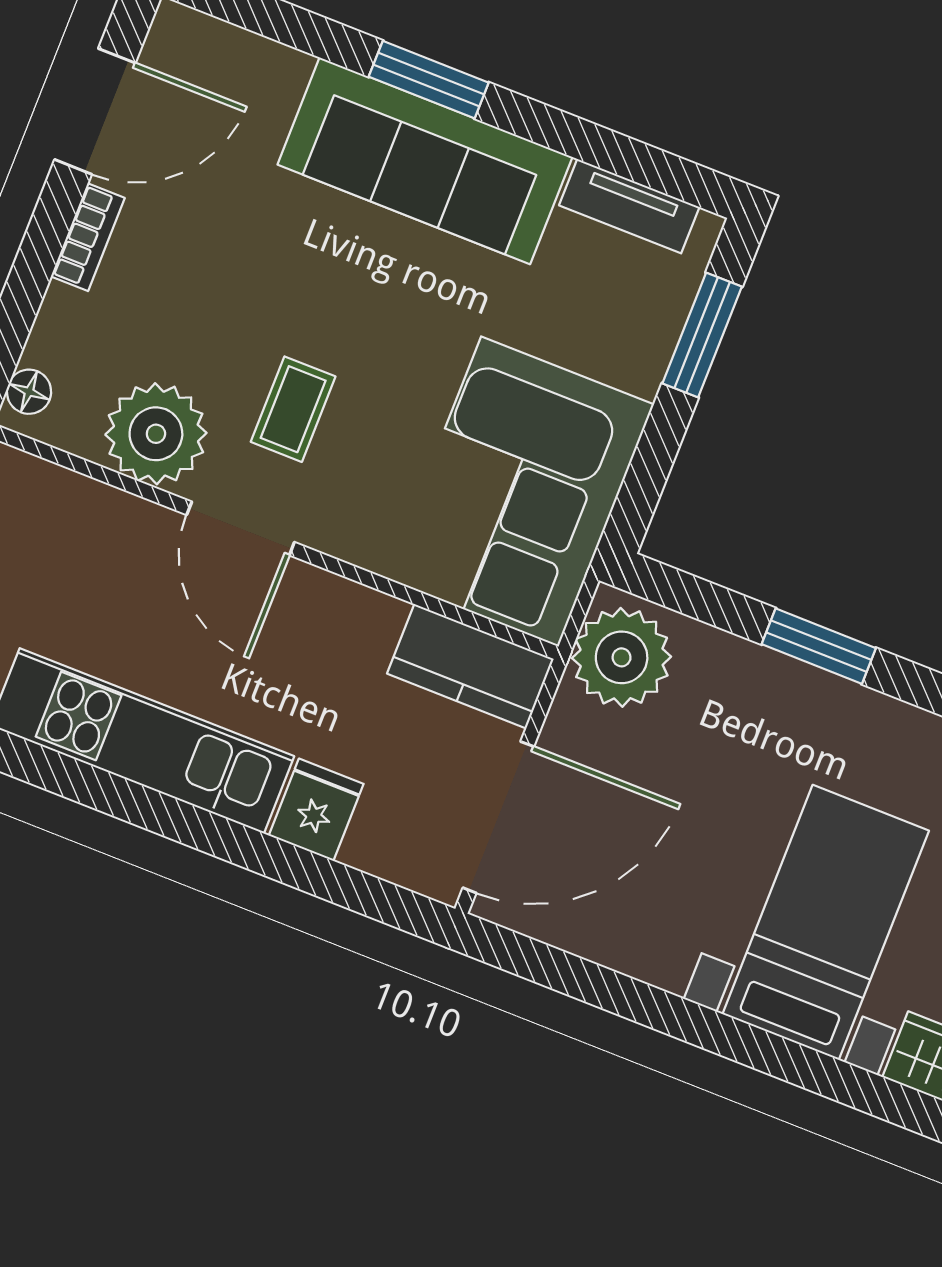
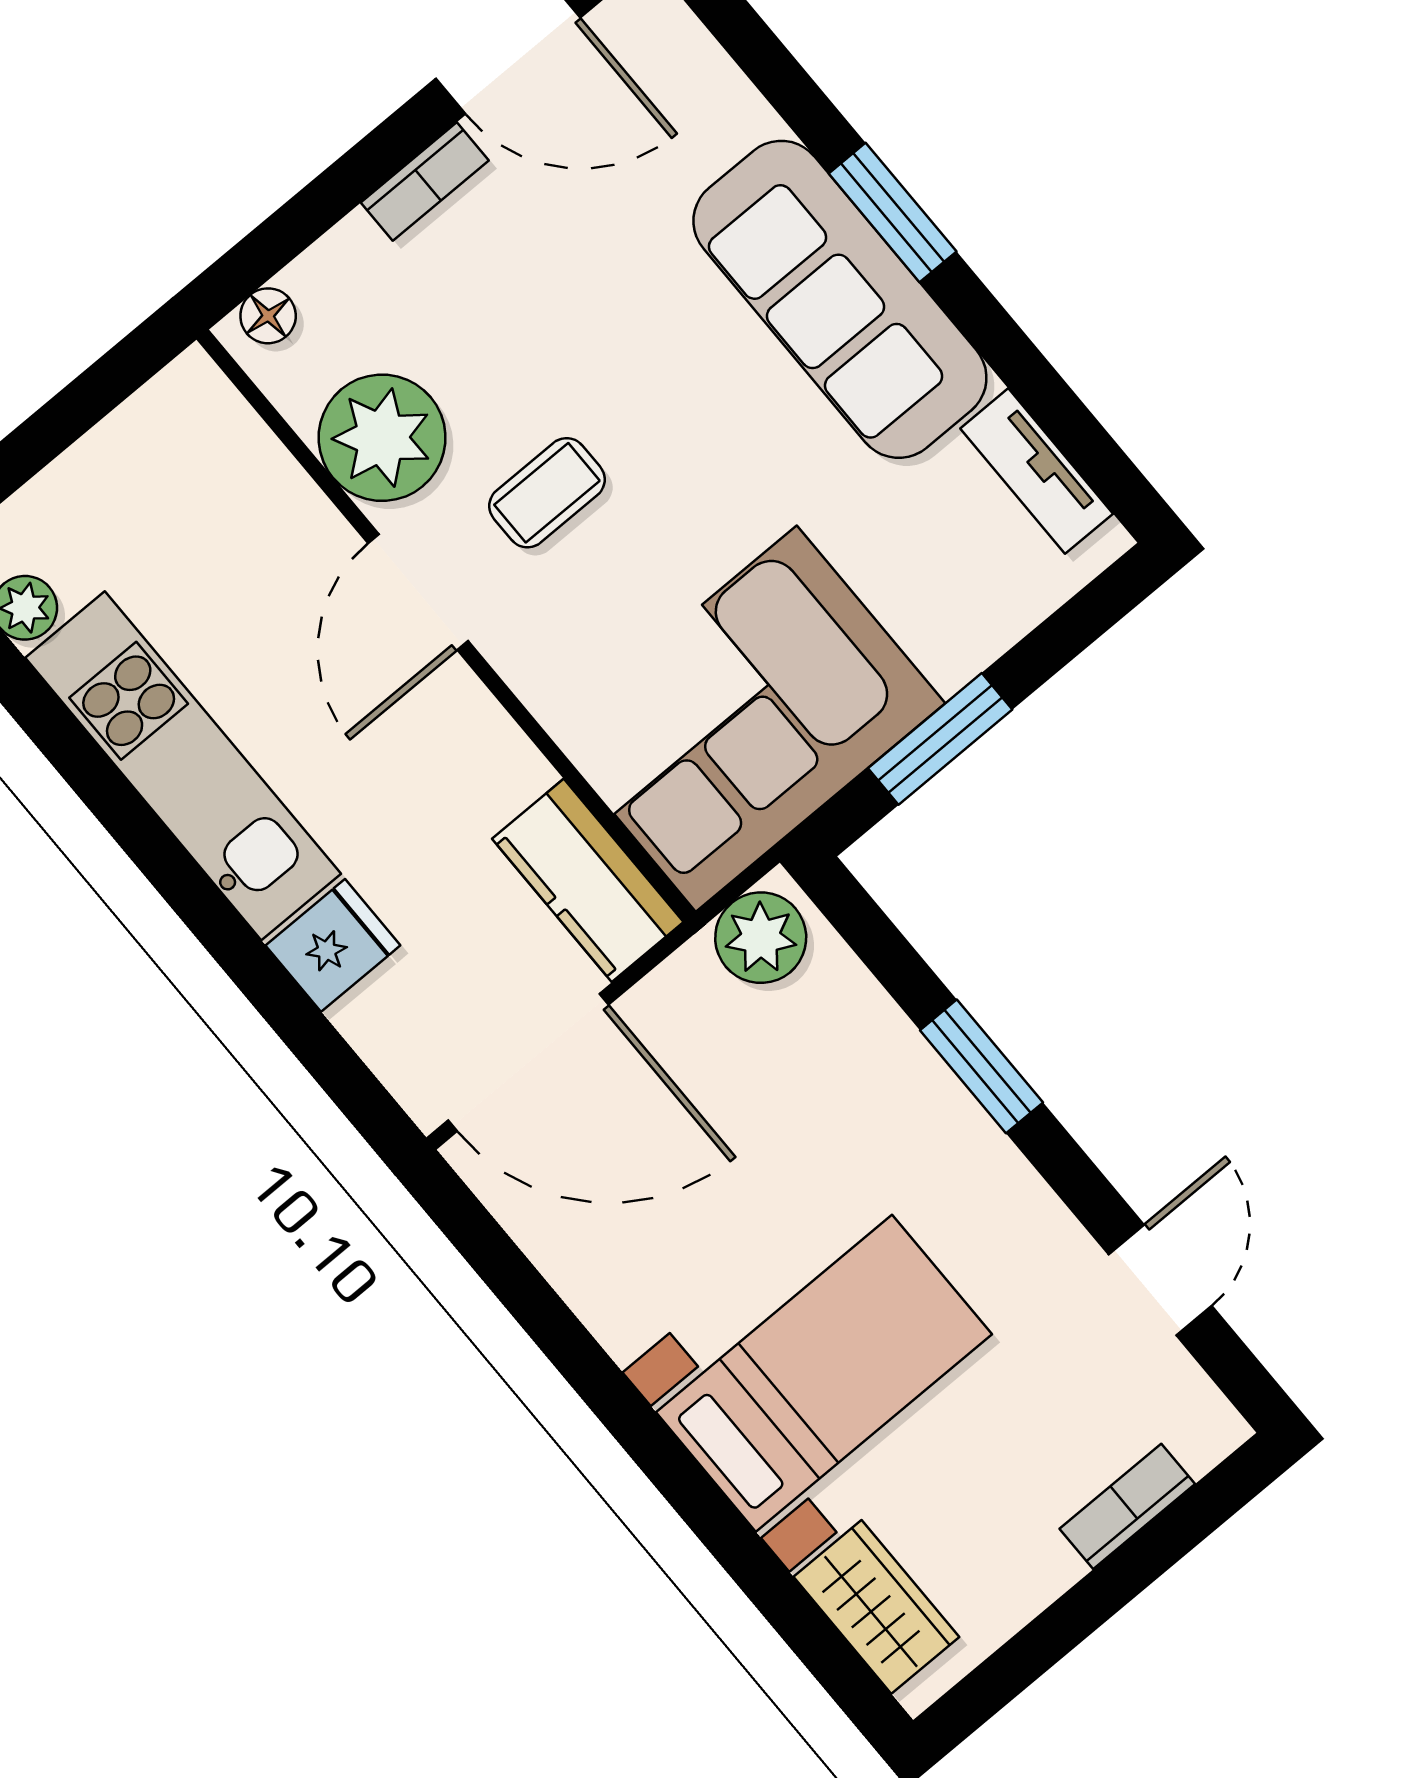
window: (702, 335) -> (940, 739), moved
plant: (622, 657) -> (761, 938), width x0.73, depth x0.73

